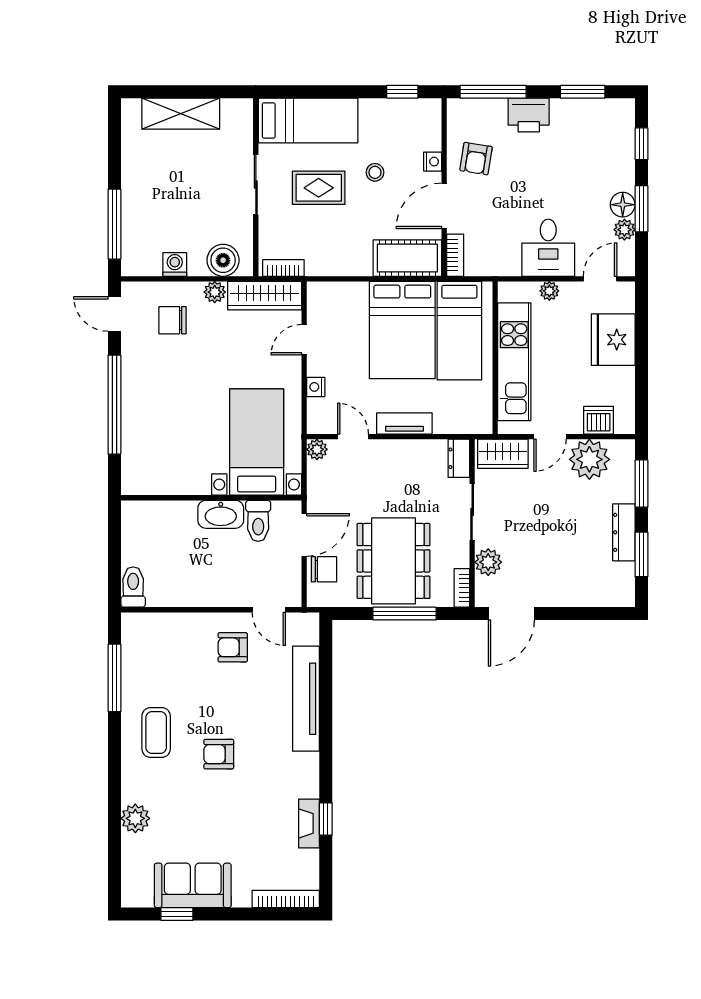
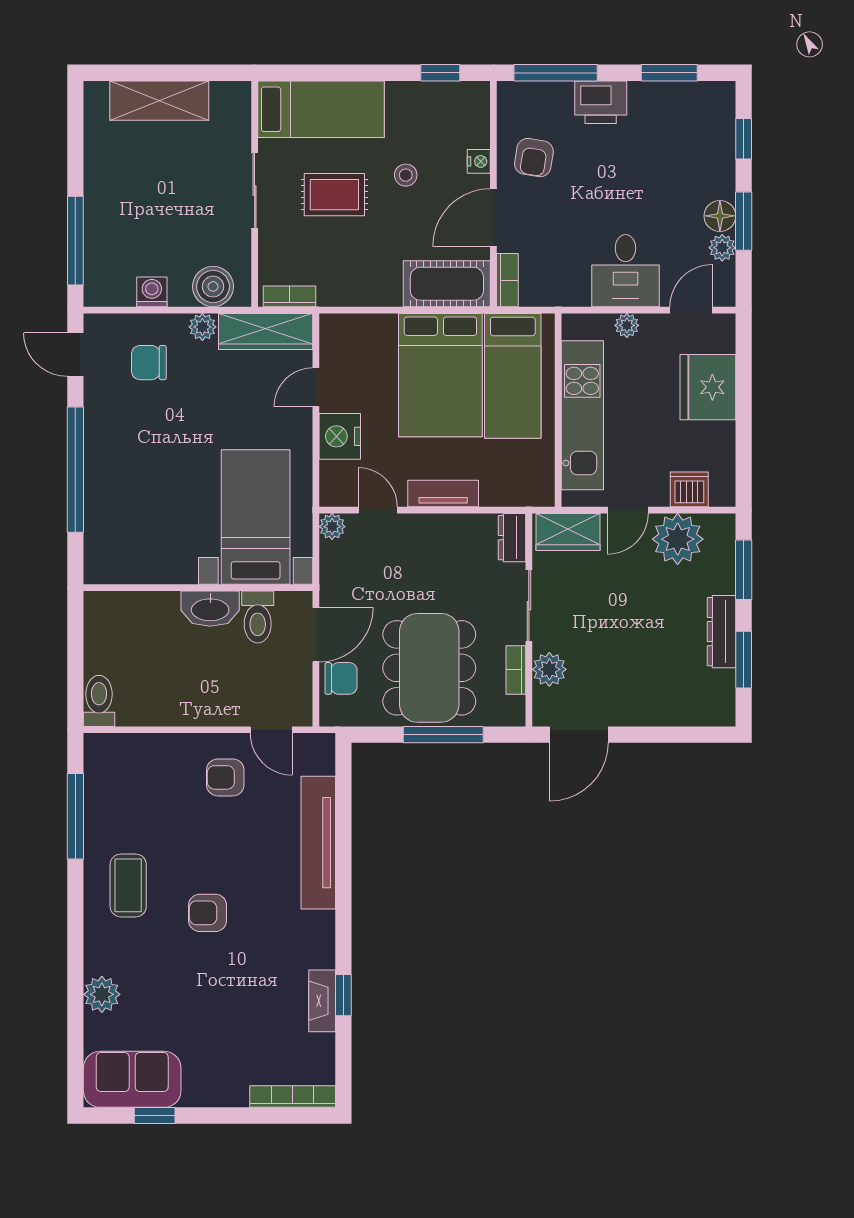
nightstand: (316, 387) -> (340, 436), width x1.89, depth x1.79
bookcase: (462, 588) -> (516, 670), moved
sofa: (193, 885) -> (132, 1079), moved

